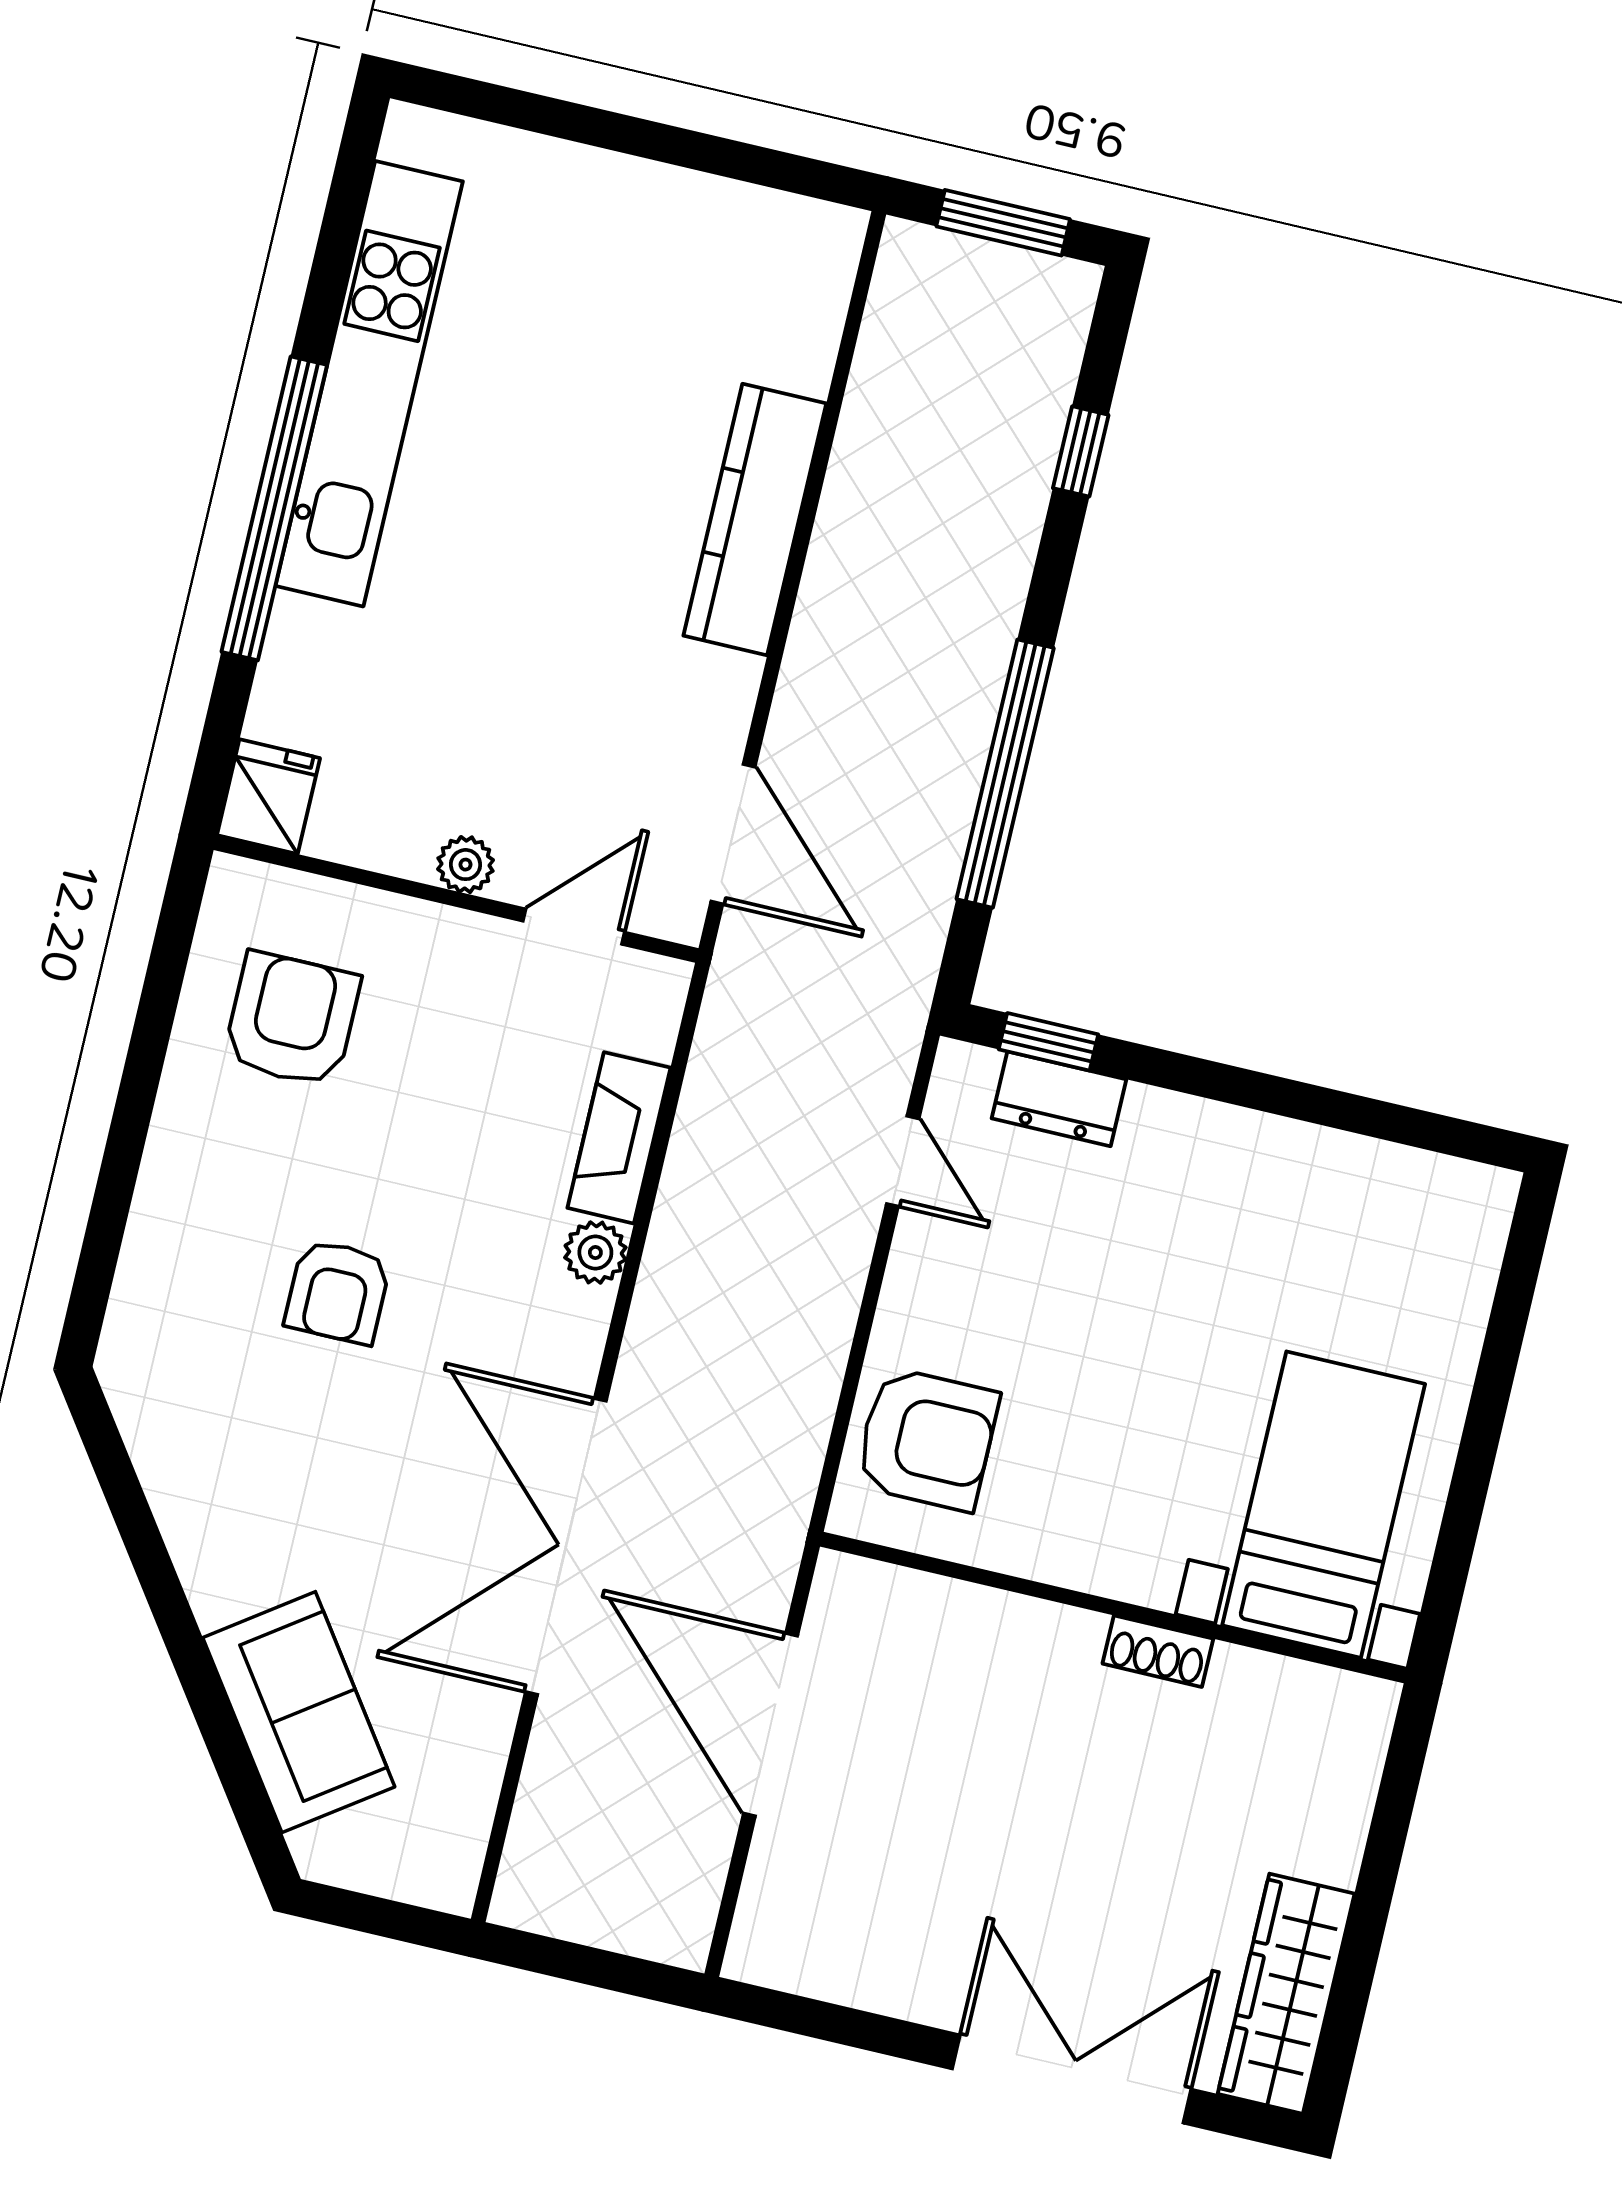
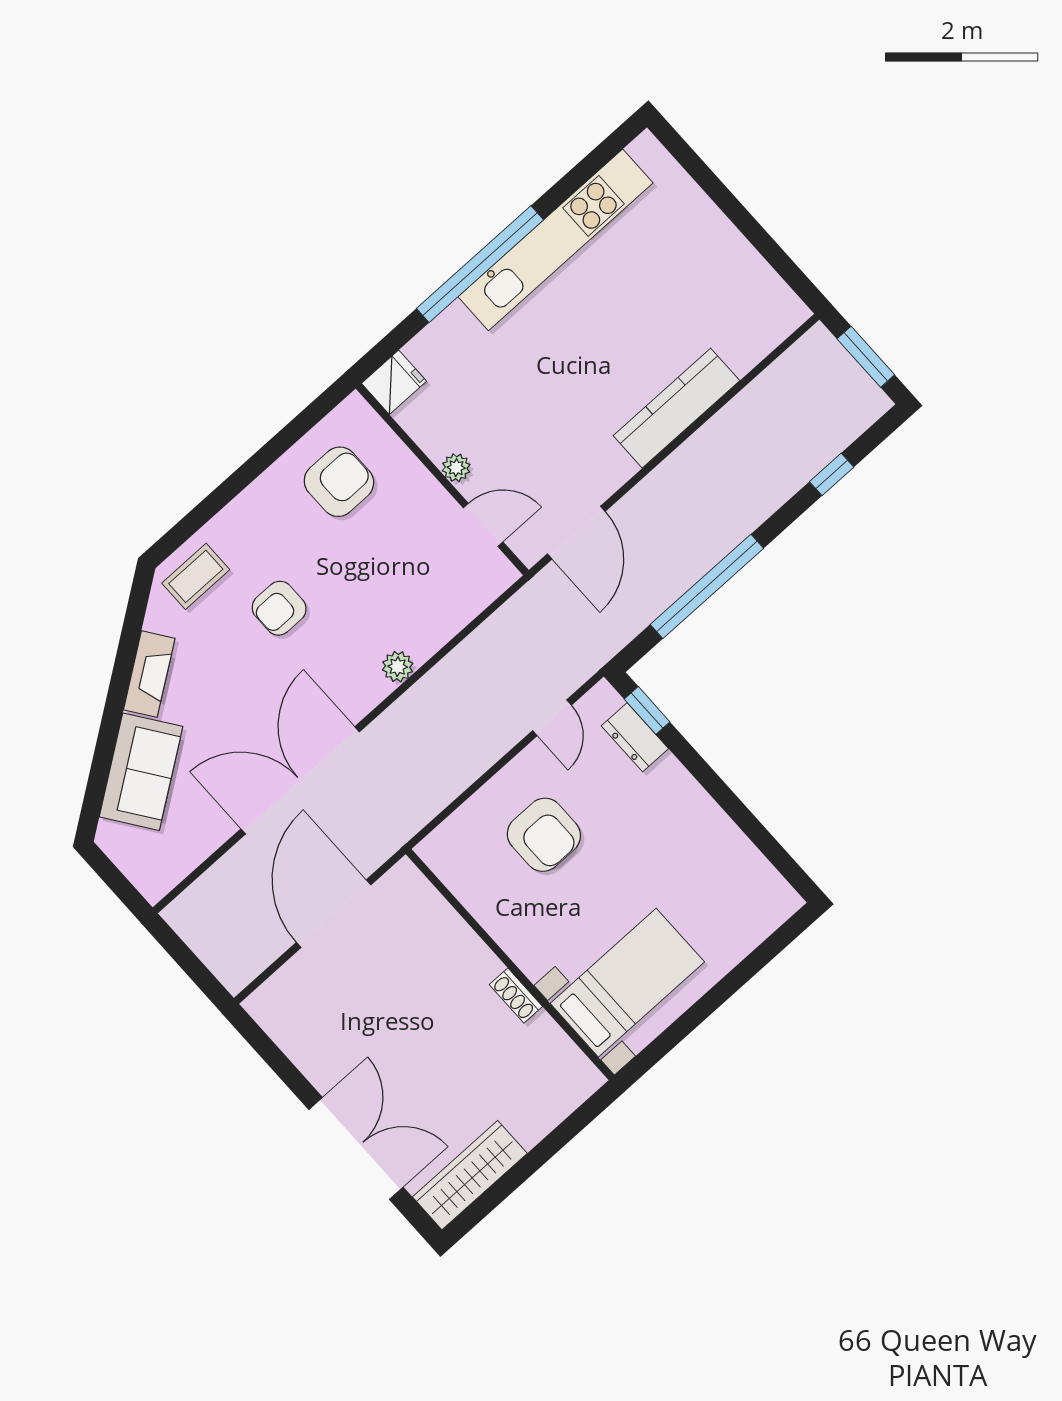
fireplace: (619, 1138) -> (149, 674), moved, turned 145
coffee table: (167, 1334) -> (196, 576), added
armchair: (927, 1439) -> (544, 835), moved

